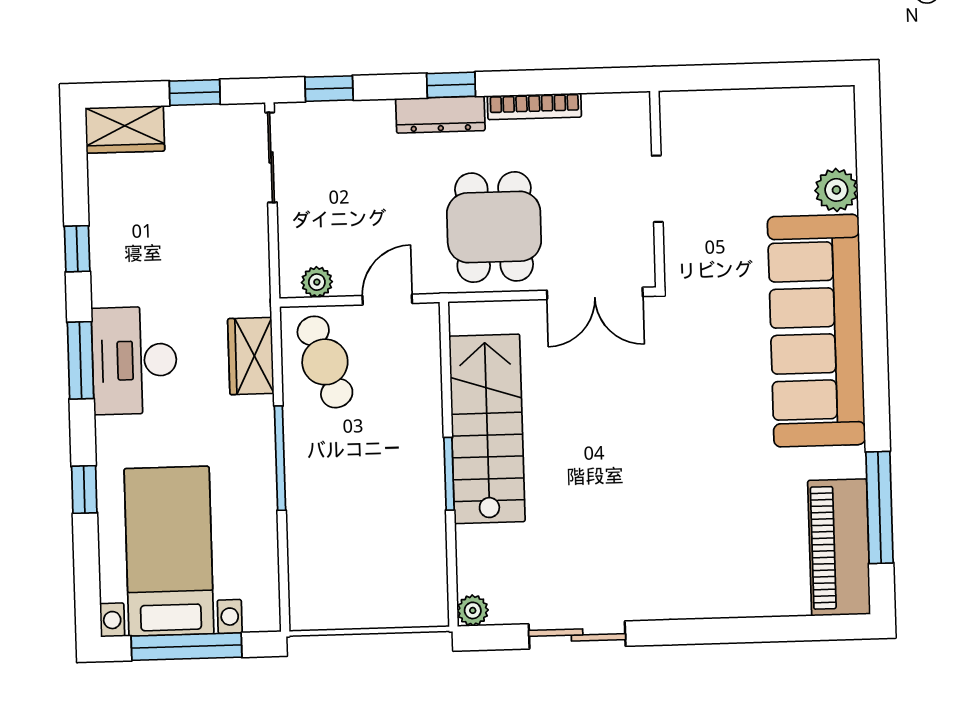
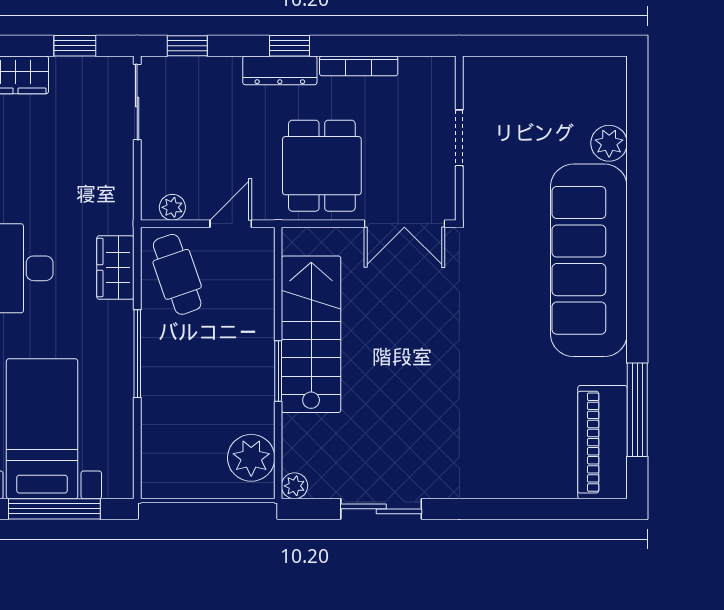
plant: (420, 579) -> (251, 458), added

